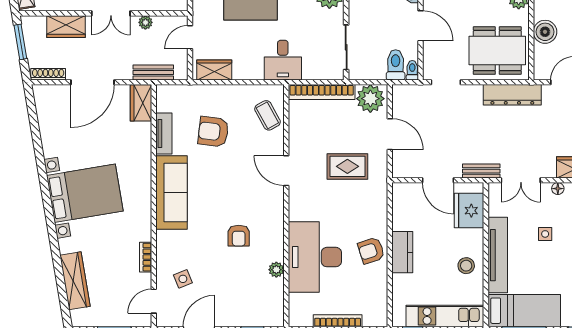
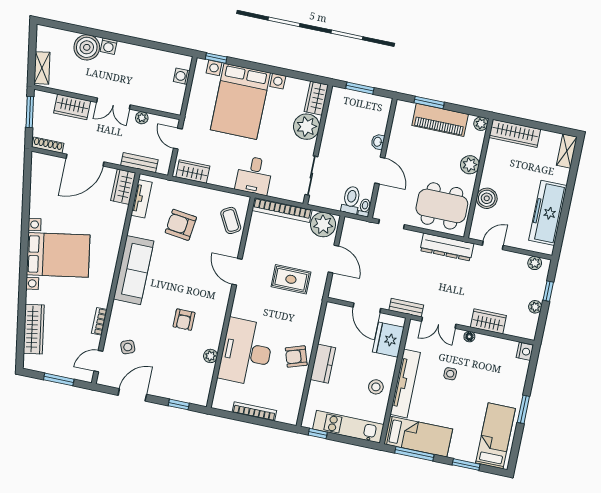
door: (190, 37) -> (178, 139), hinge flipped
tv unit: (164, 134) -> (141, 199), moved

